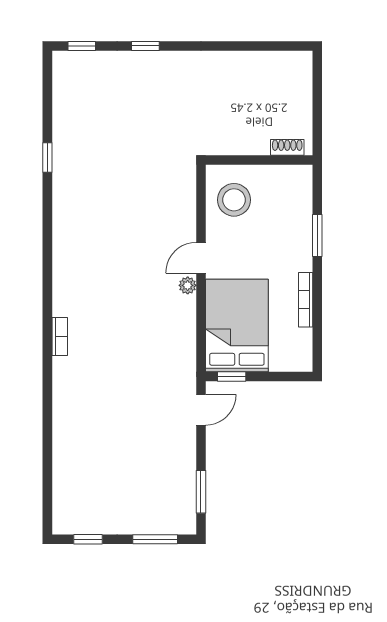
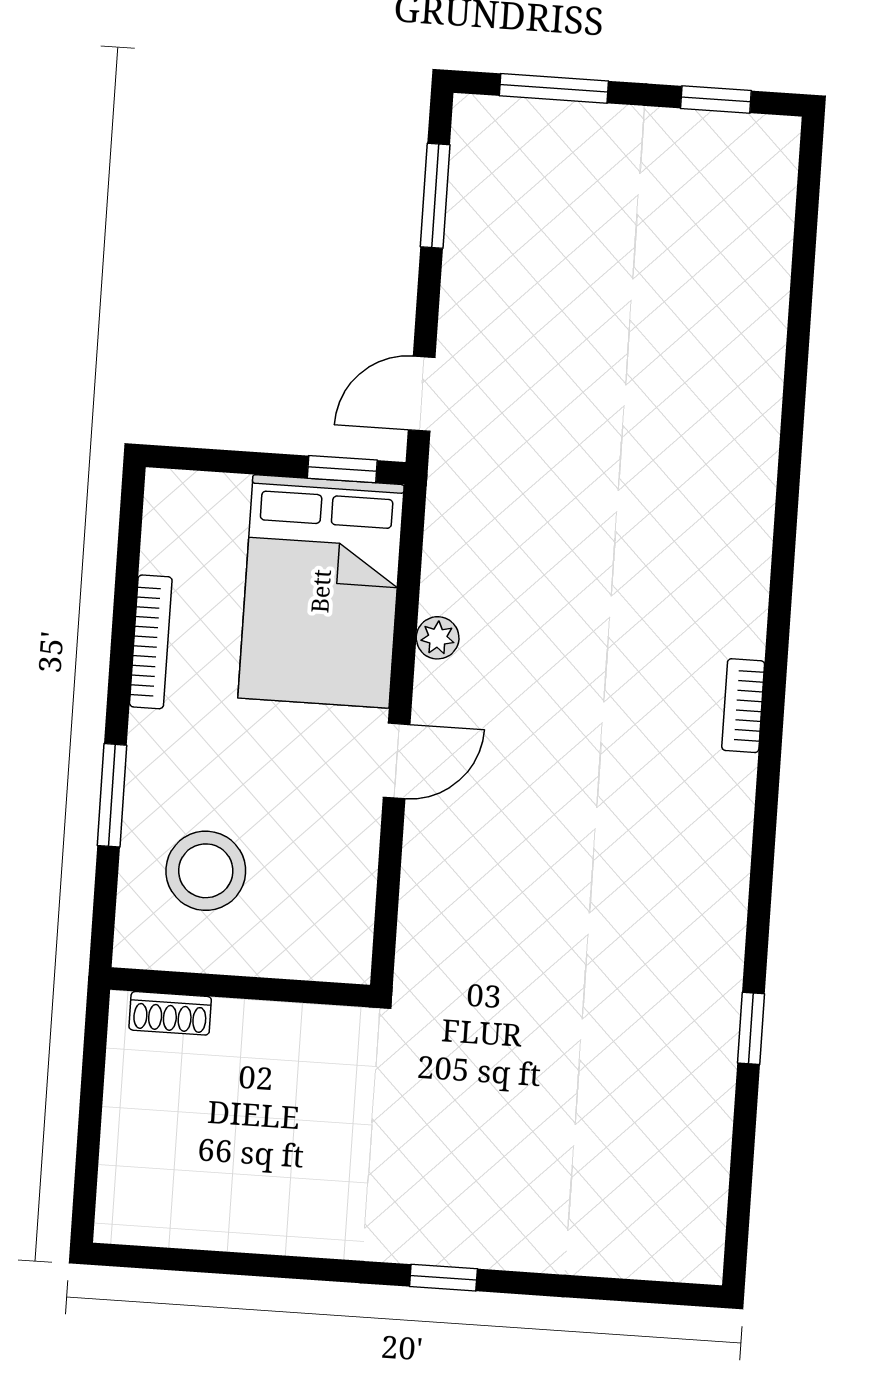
window: (82, 46) -> (650, 1292), removed
window: (145, 46) -> (443, 1278), moved
stool: (234, 200) -> (206, 871), moved
plant: (188, 285) -> (438, 638), moved
bookcase: (60, 336) -> (743, 706), moved

